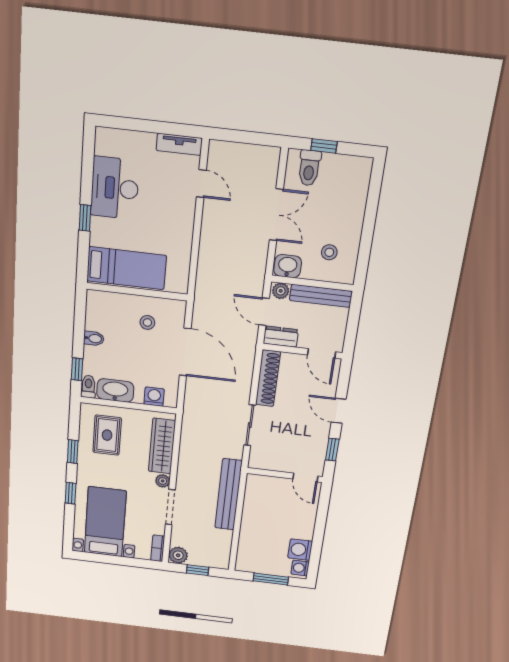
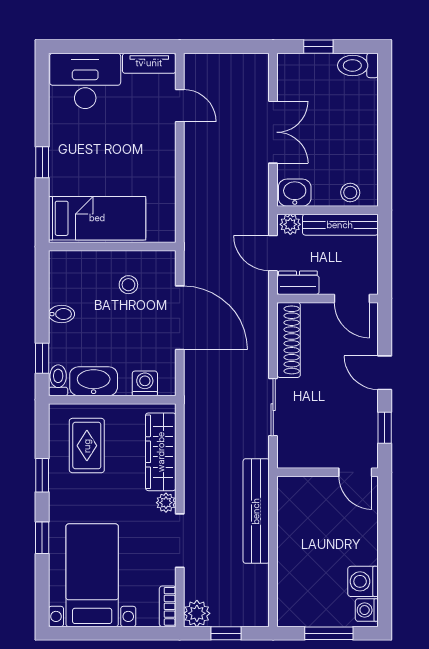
toilet: (309, 168) -> (358, 65), moved, turned 90
desk: (115, 188) -> (85, 81), moved, turned 90
stool: (329, 252) -> (350, 193), moved

